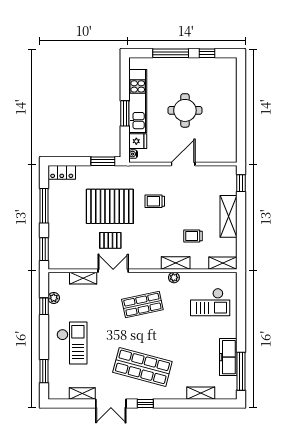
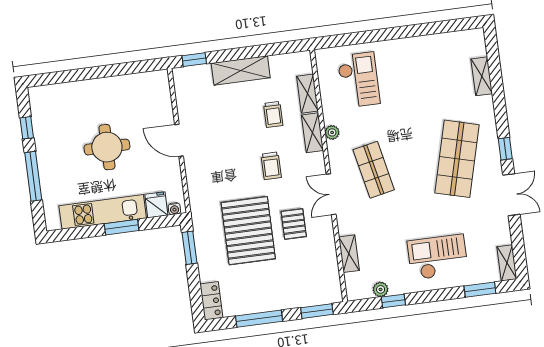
trolley: (155, 201) -> (271, 166), moved
shelving: (223, 263) -> (307, 94), moved
double door: (113, 271) -> (331, 194), moved
freezer: (228, 357) -> (429, 46), removed
window: (241, 371) -> (445, 27), removed
shelving: (82, 394) -> (507, 263), moved

